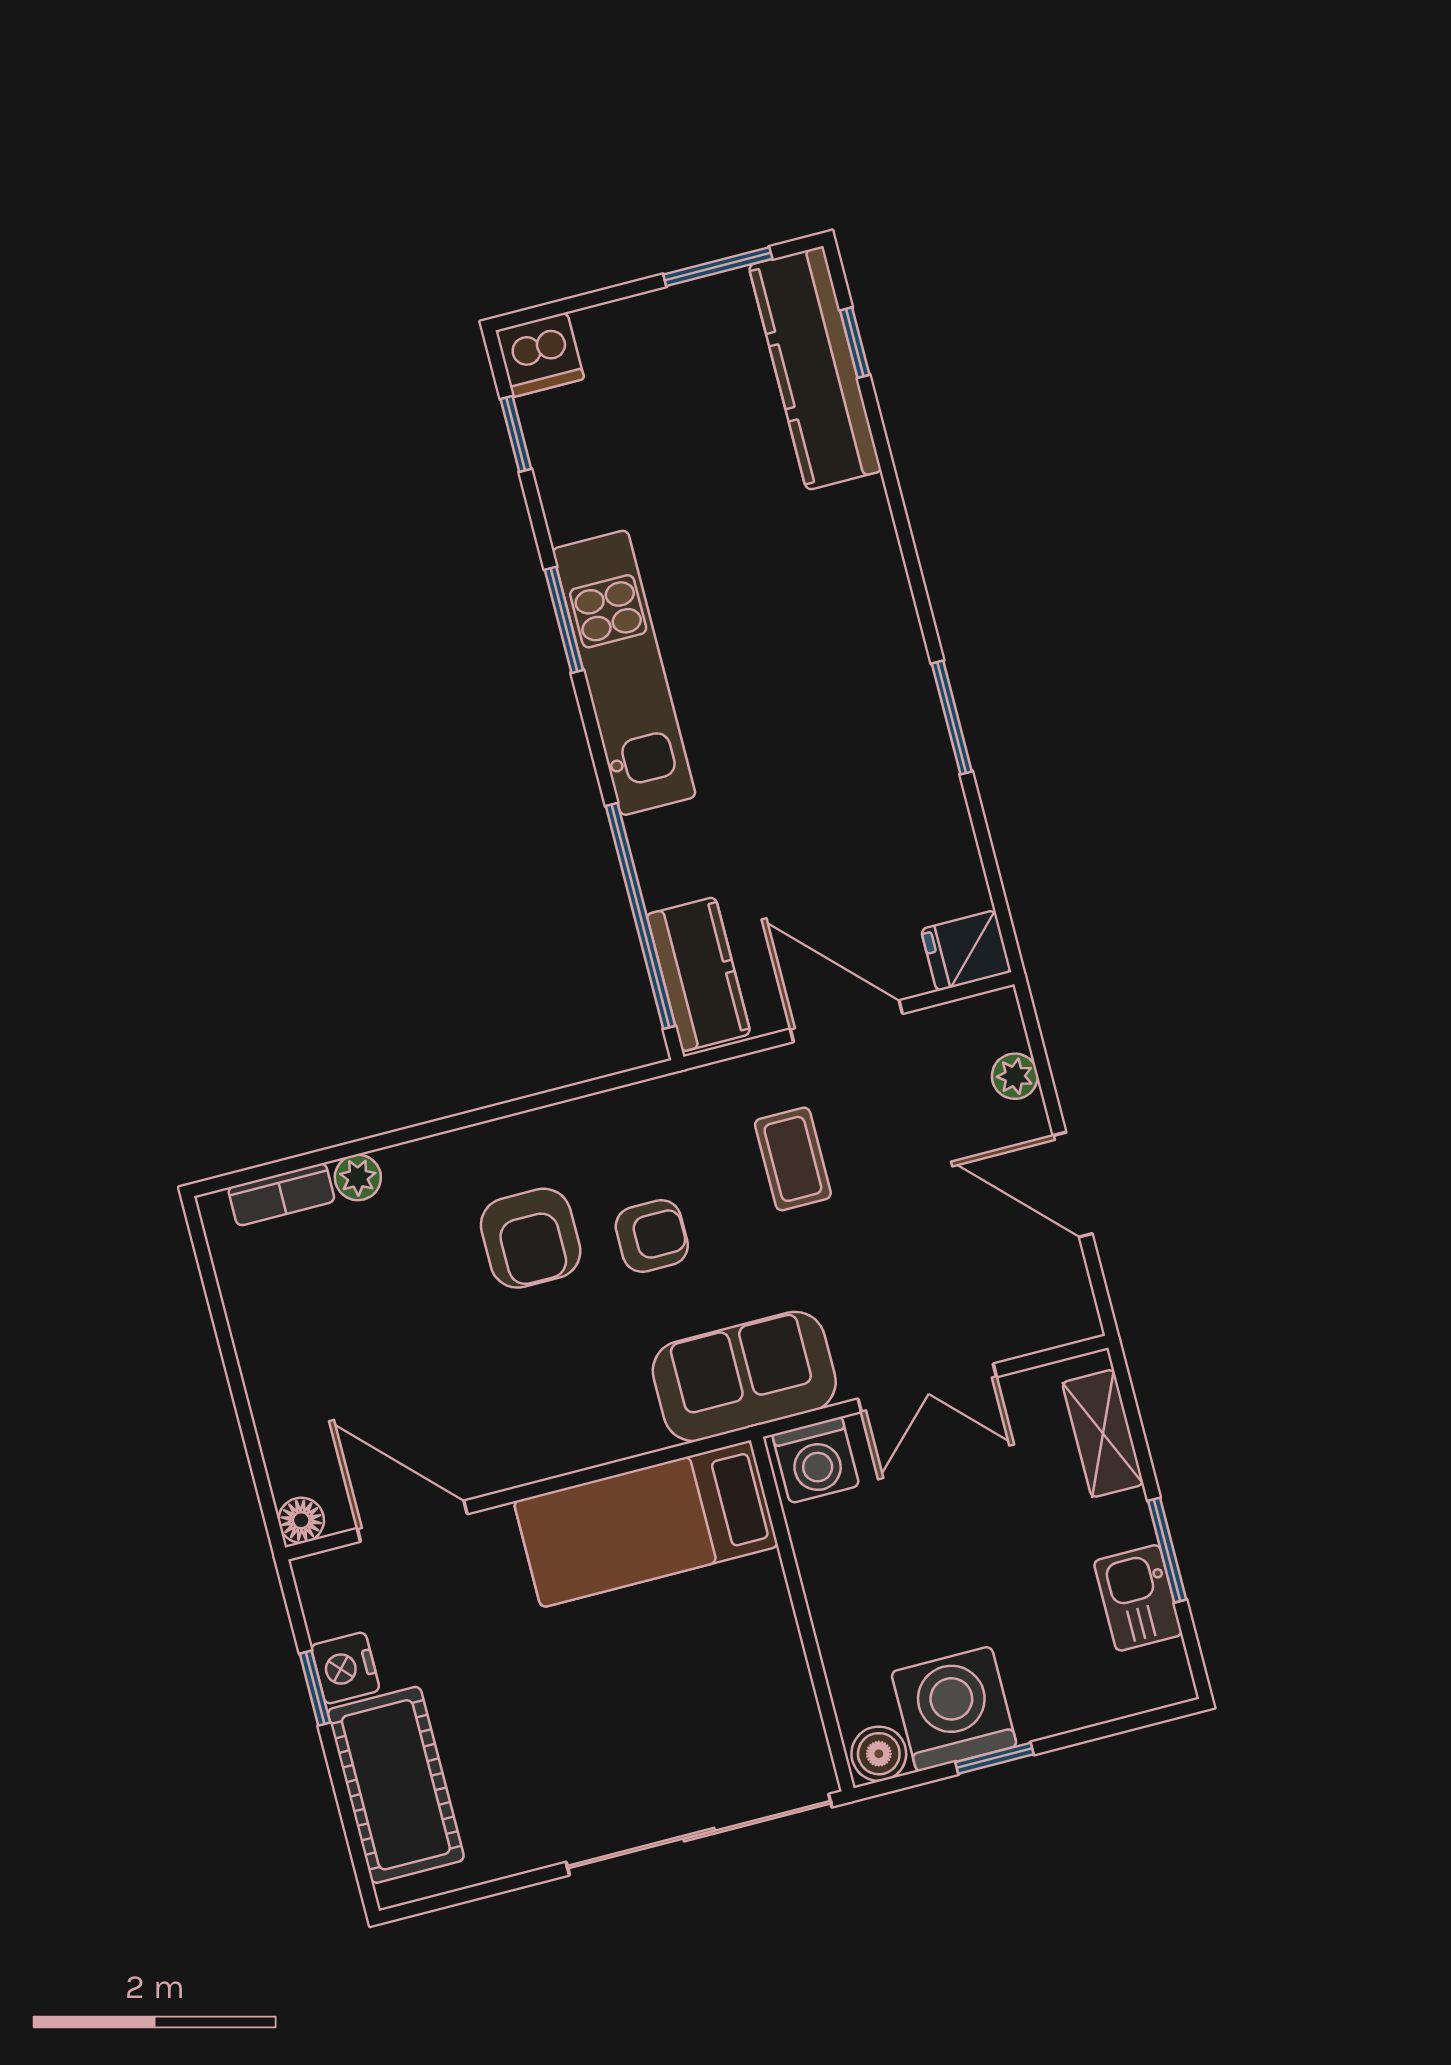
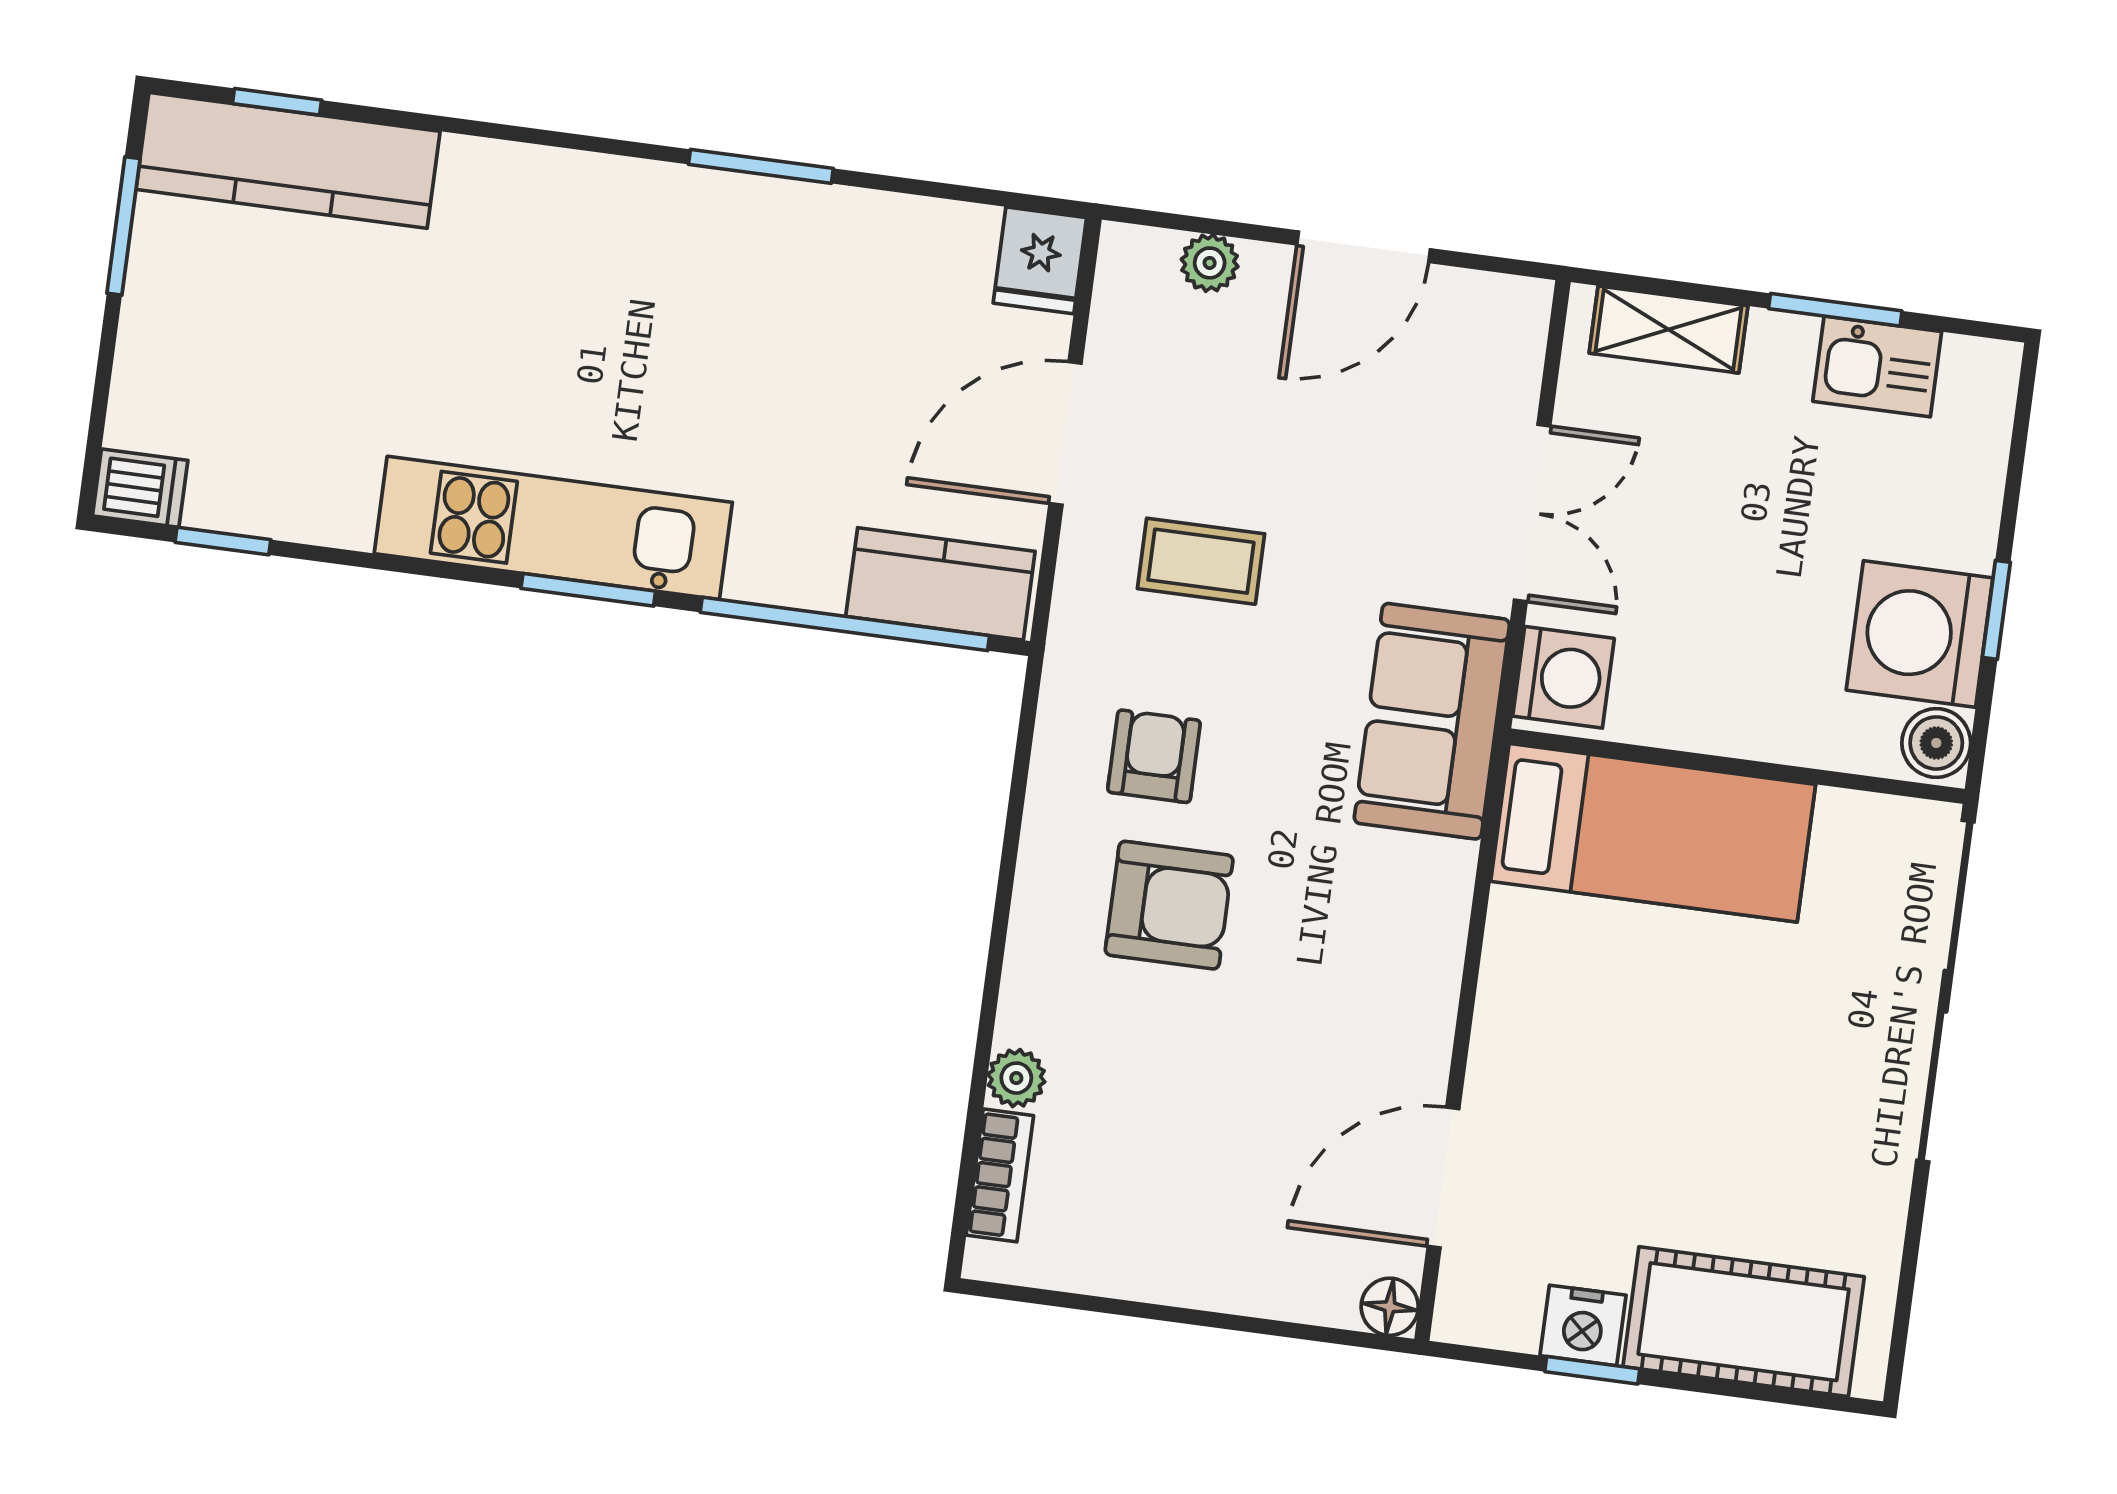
dishwasher: (540, 355) -> (140, 488), width x0.73
window: (564, 620) -> (588, 590), moved
armchair: (652, 1236) -> (1154, 756), moved
bed: (646, 1524) -> (1653, 833), moved, turned -90

